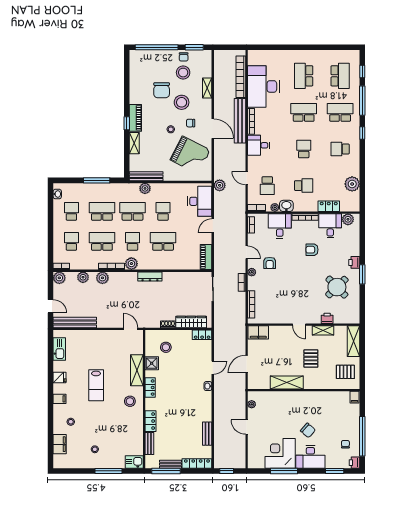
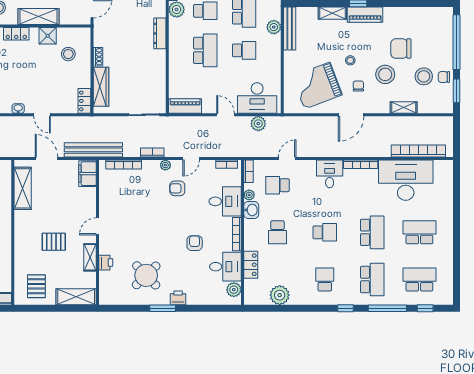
school desk: (340, 76) -> (419, 279), turned 180
bench: (240, 121) -> (93, 150), moved
grand piano: (190, 155) -> (317, 86), turned 42
plant: (220, 185) -> (258, 124), moved
shelving: (287, 383) -> (23, 188), moved

